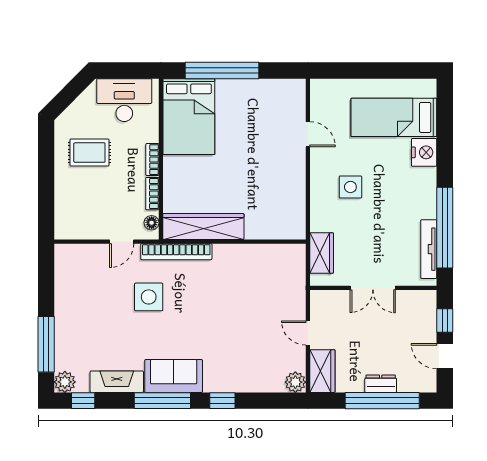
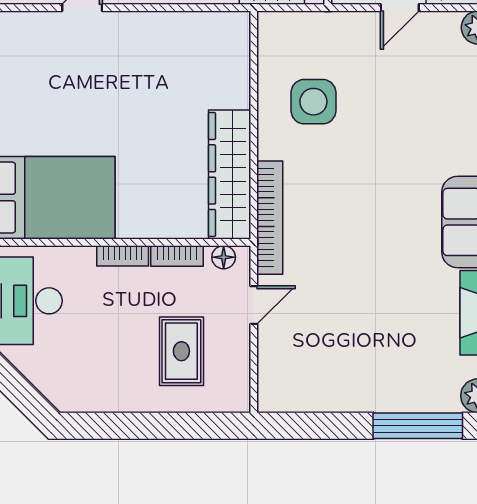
rug: (89, 153) -> (181, 351), moved
door: (122, 242) -> (254, 305), hinge flipped
side table: (149, 297) -> (313, 102), moved

